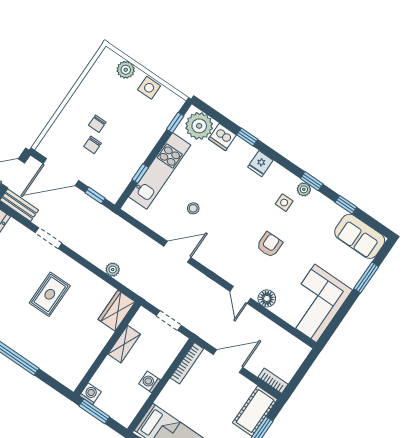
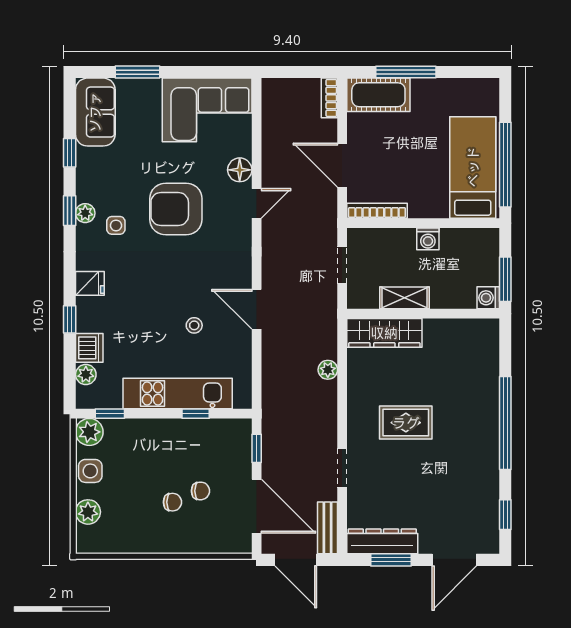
plant: (173, 103) -> (89, 432), added
plant: (199, 126) -> (86, 374), width x0.53, depth x0.53
armchair: (270, 245) -> (176, 209), width x1.88, depth x1.88
wardrobe: (117, 311) -> (384, 333), width x1.50

